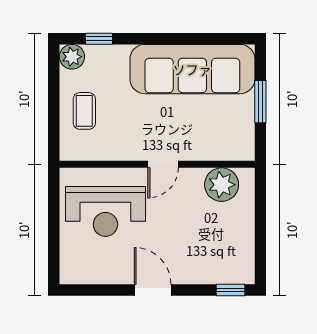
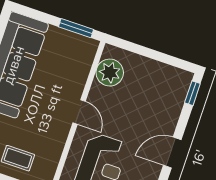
window: (260, 102) -> (76, 28), moved

